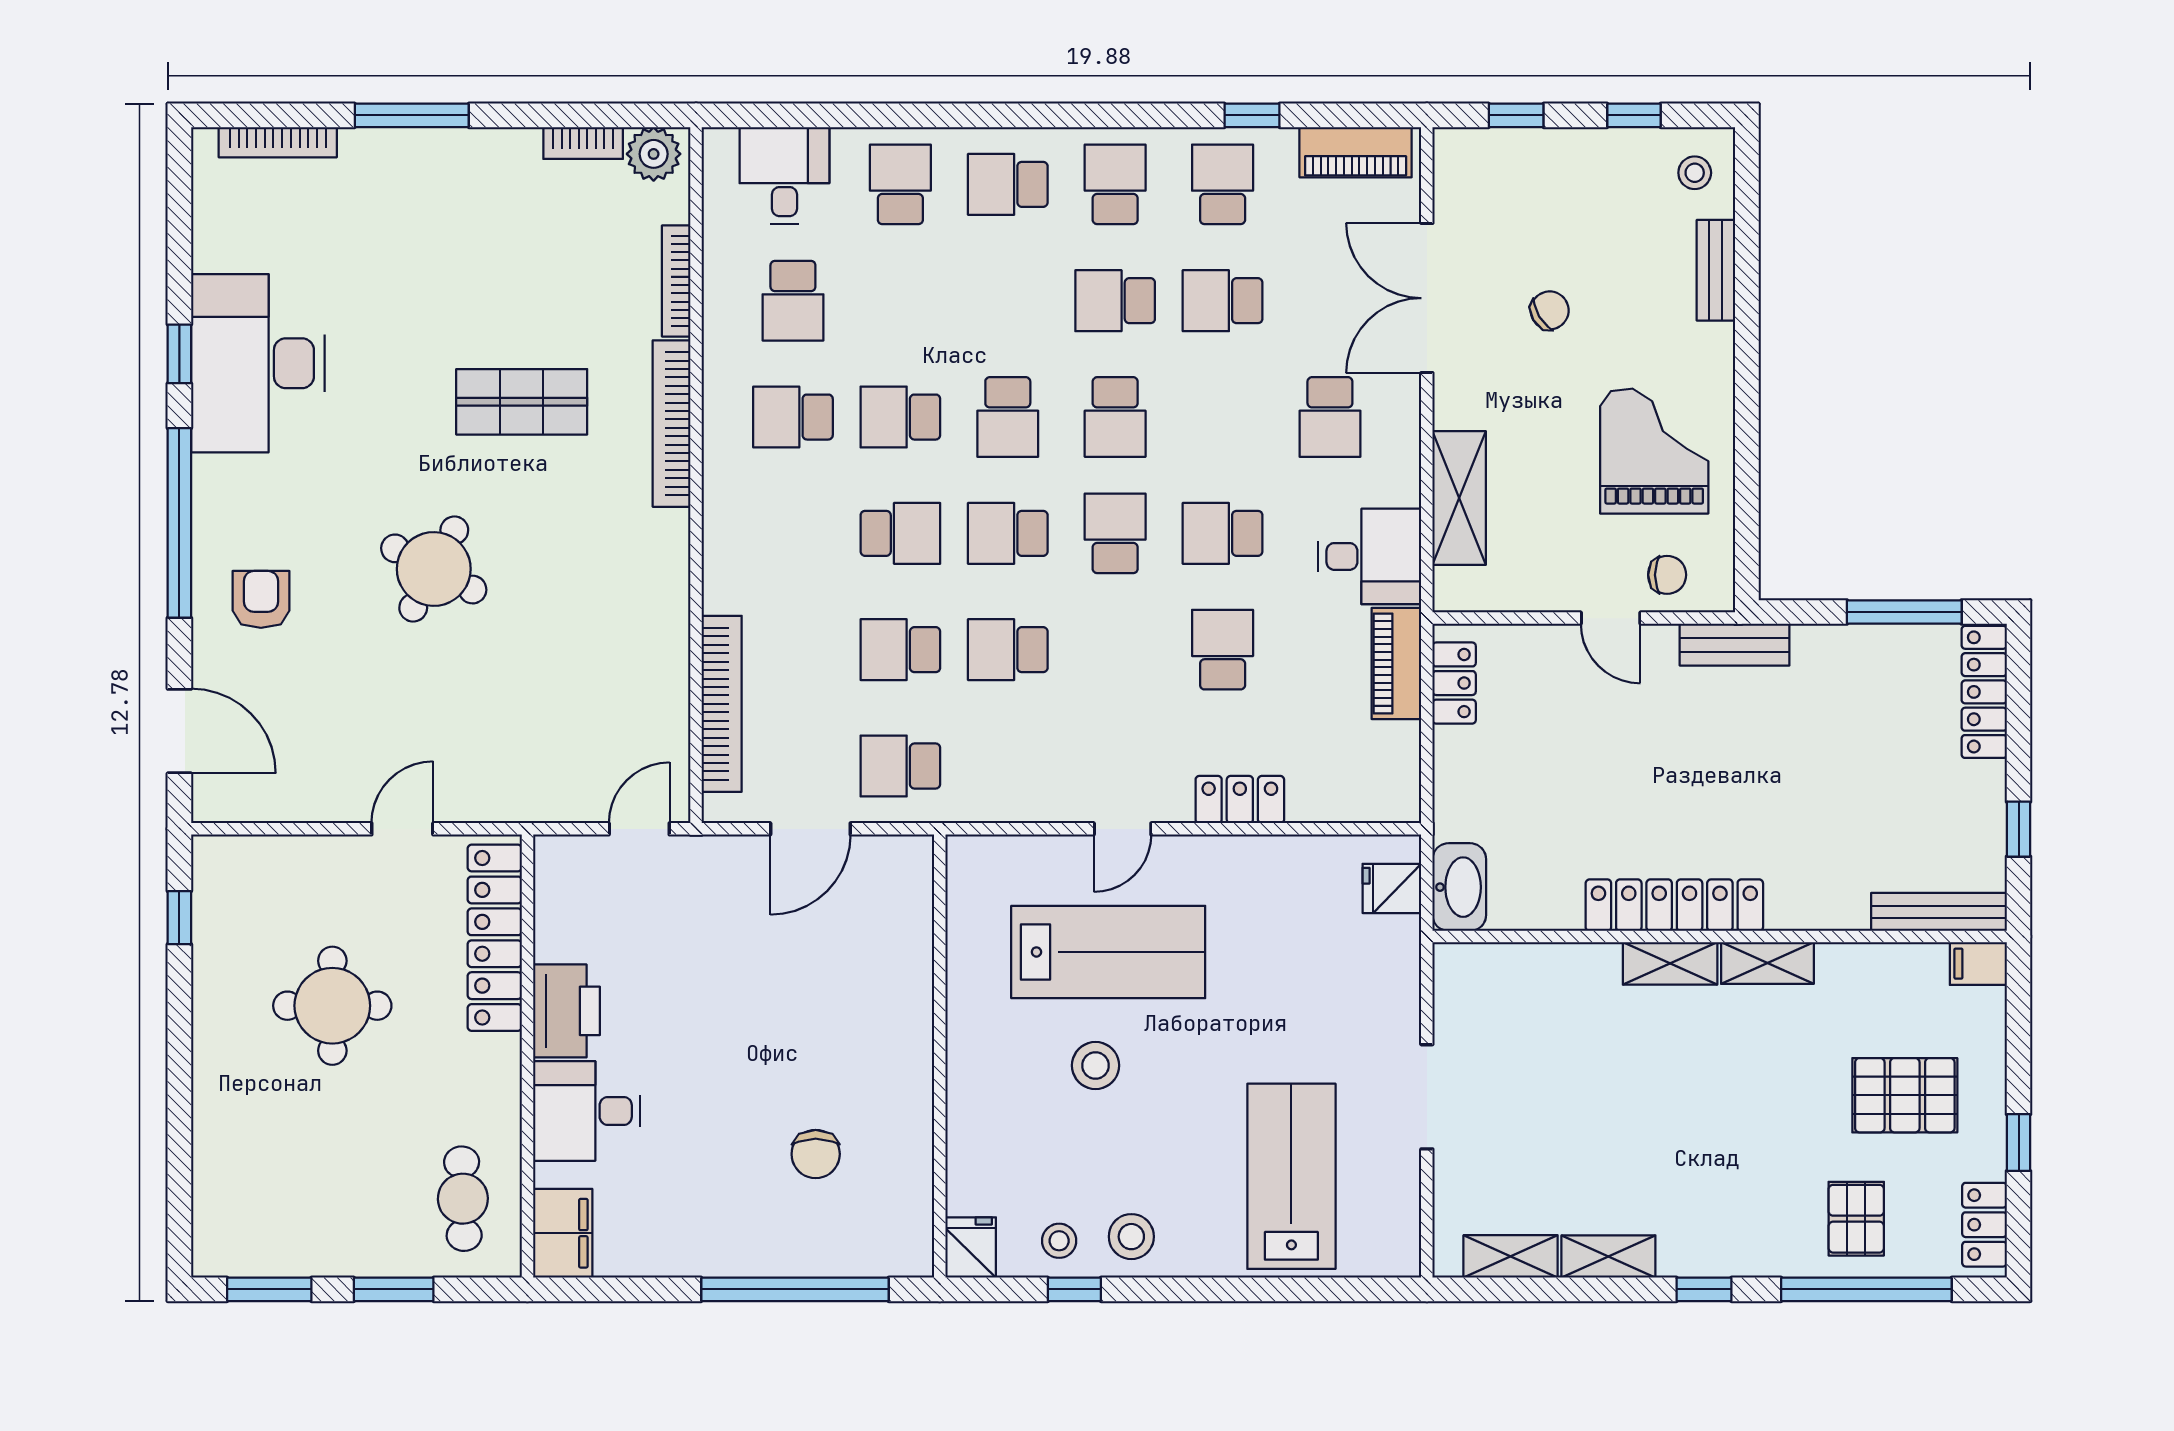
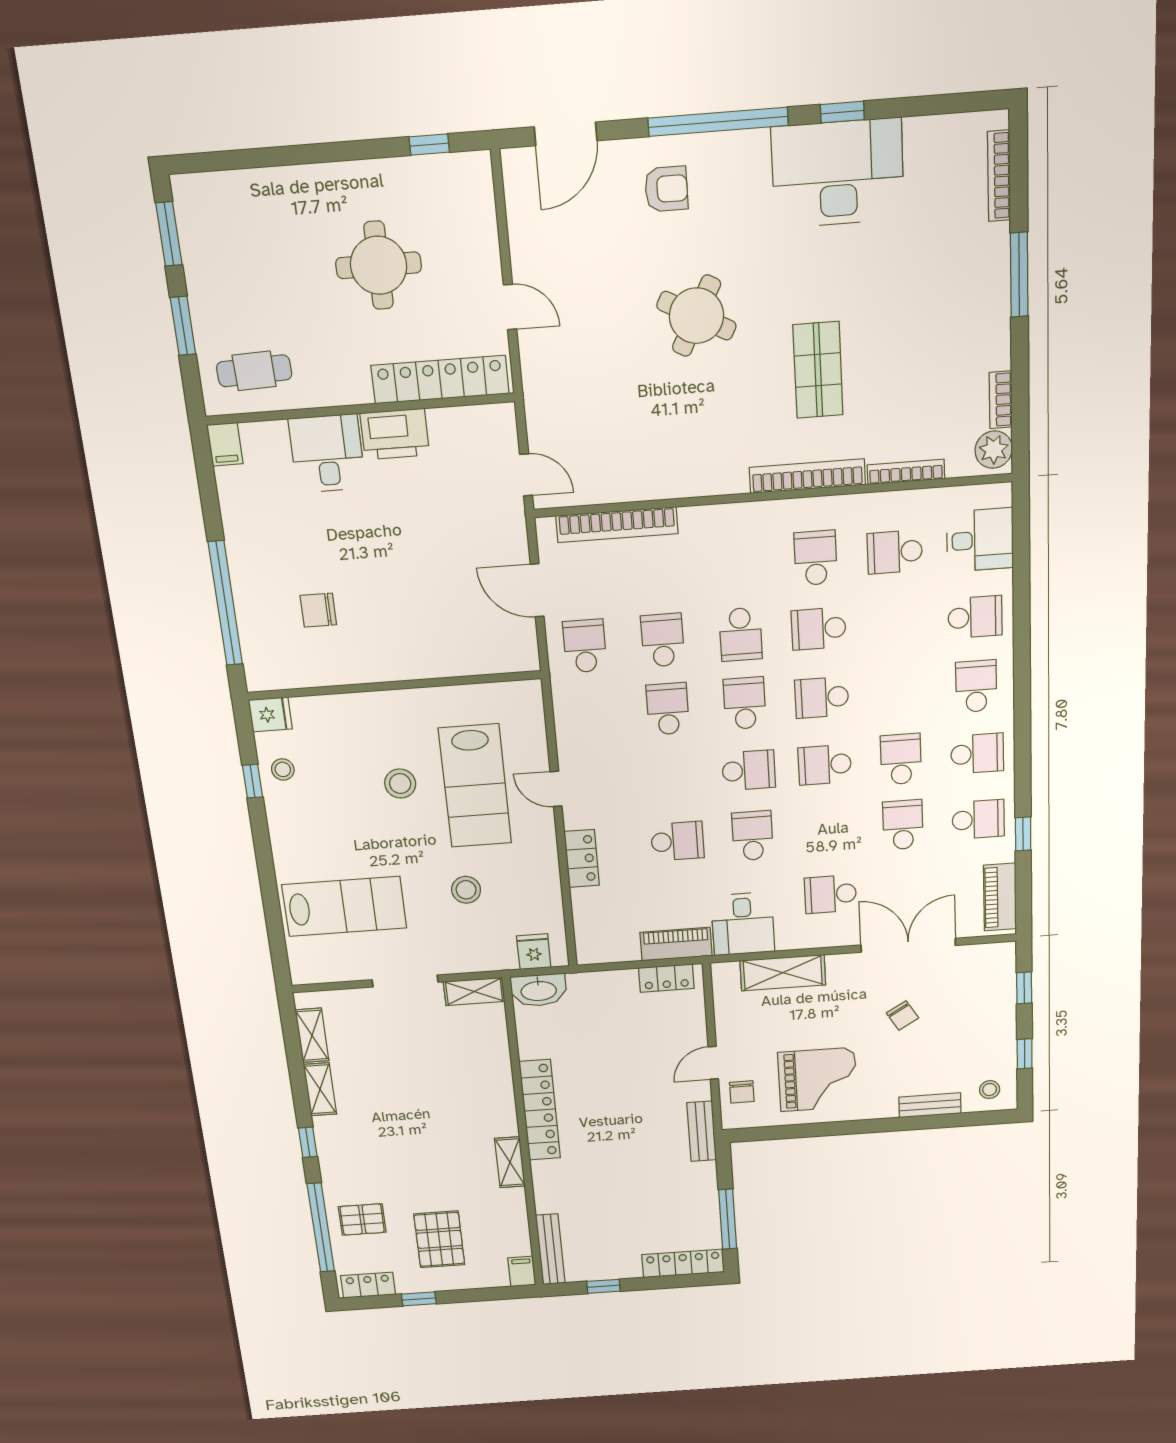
school desk: (900, 417) -> (819, 629), turned -90
shelving: (1670, 963) -> (474, 992), moved, turned 90
filing cabinet: (563, 1233) -> (225, 444), width x0.50
stool: (1131, 1237) -> (466, 890), moved

